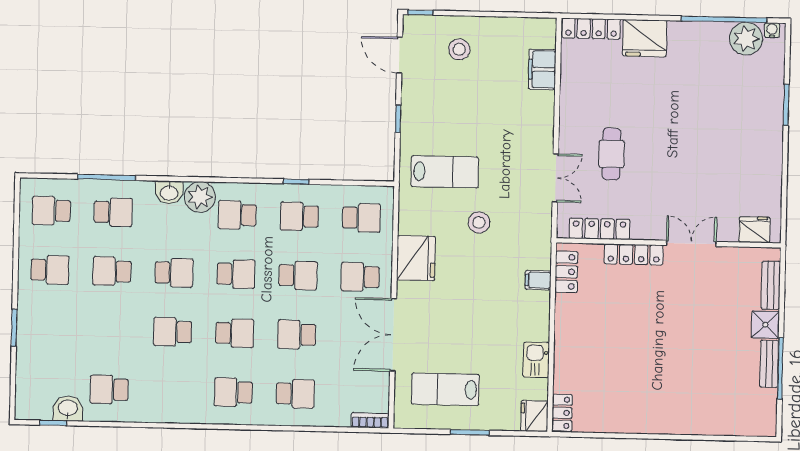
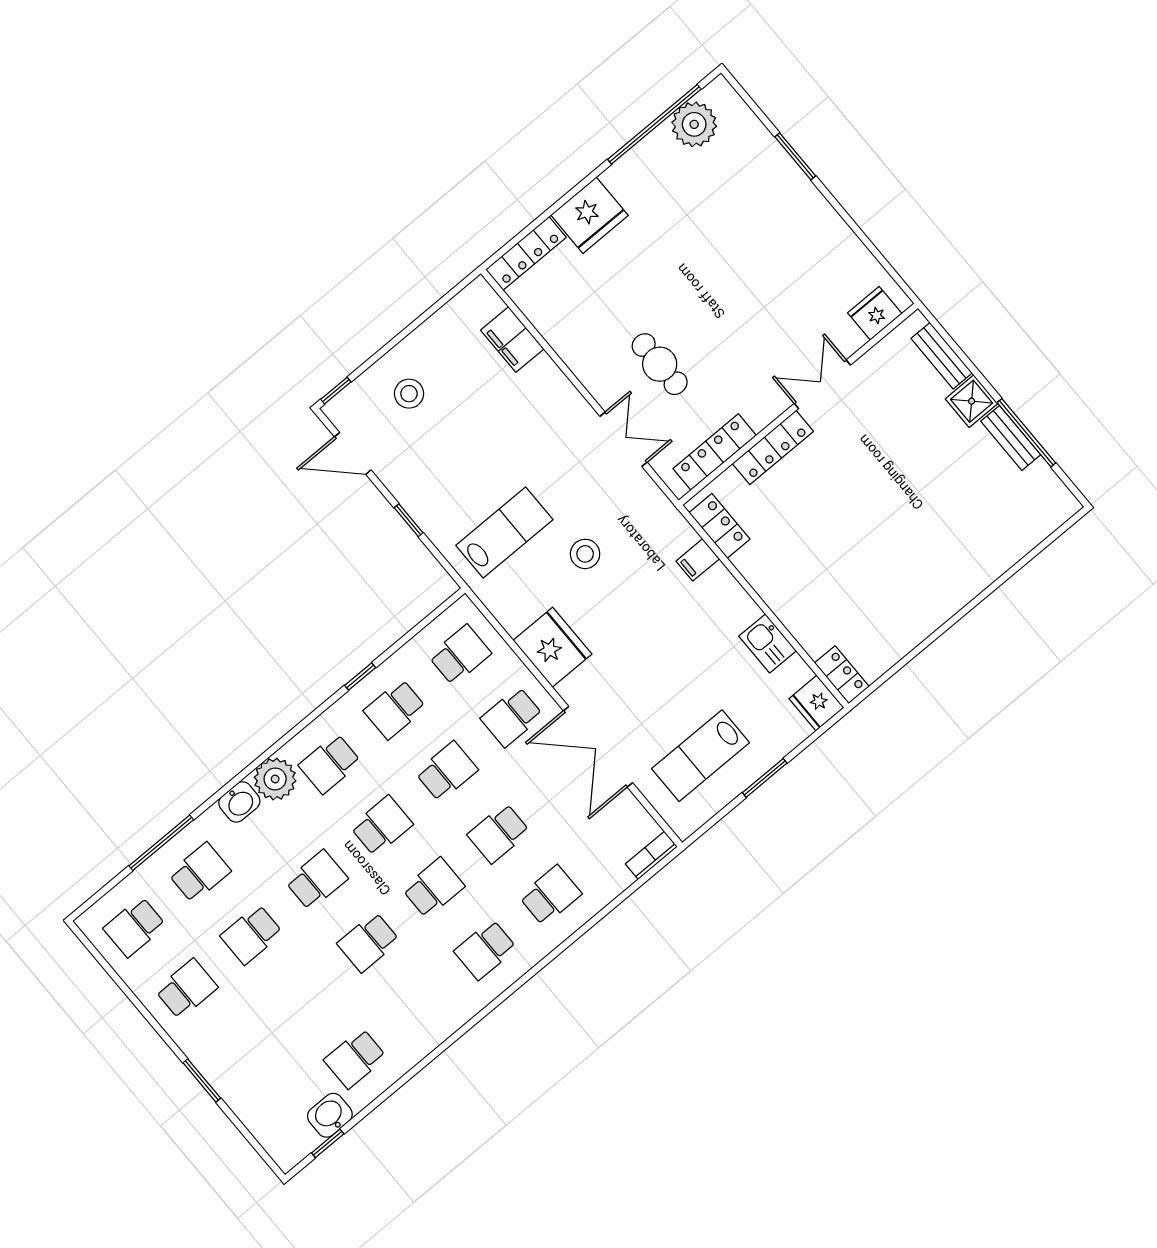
water cooler: (772, 30) -> (713, 92), removed

